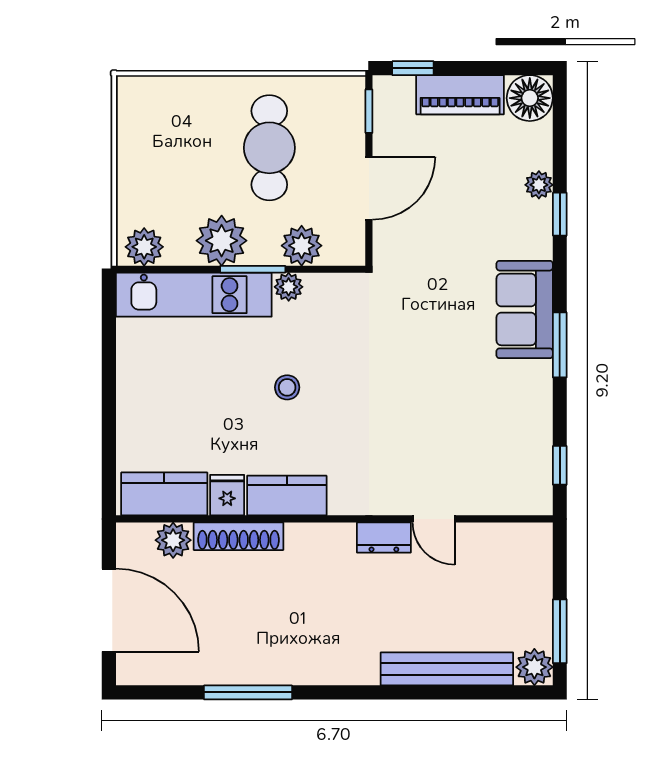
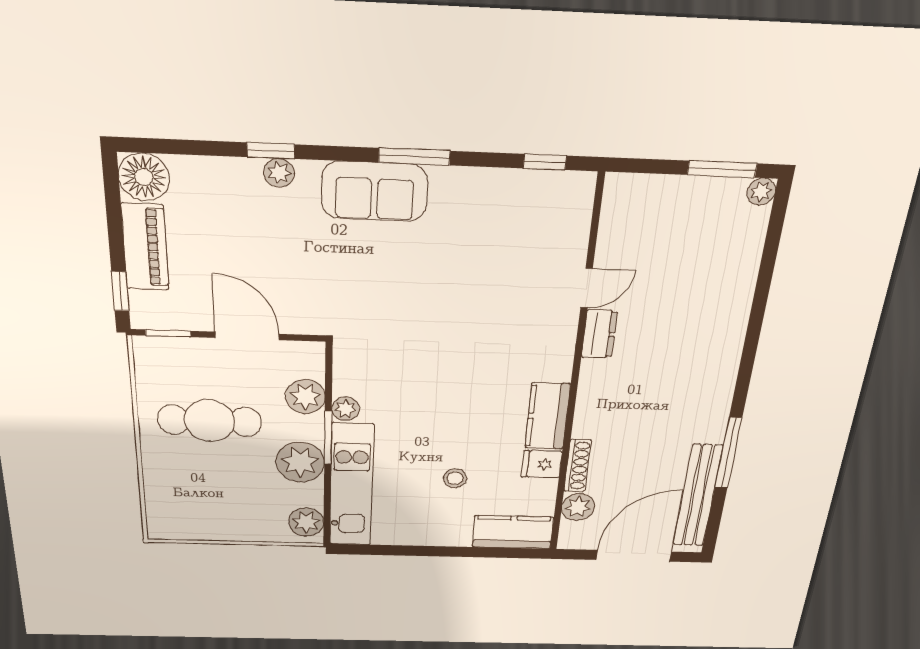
plant: (539, 185) -> (279, 173), moved
stool: (287, 387) -> (455, 478), moved
kitchen counter: (164, 494) -> (513, 532), moved, turned 90
shoe rack: (239, 536) -> (578, 466), width x0.74, depth x0.81
plant: (534, 667) -> (761, 192), width x0.73, depth x0.73
bench: (447, 669) -> (698, 496), moved

